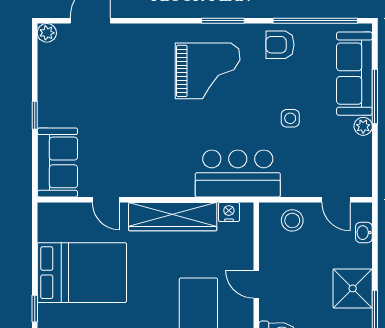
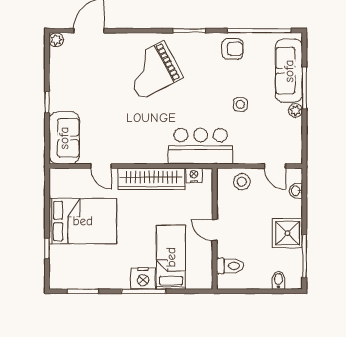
armchair: (280, 45) -> (232, 49), turned 180
grand piano: (208, 71) -> (152, 70), moved, turned 152

